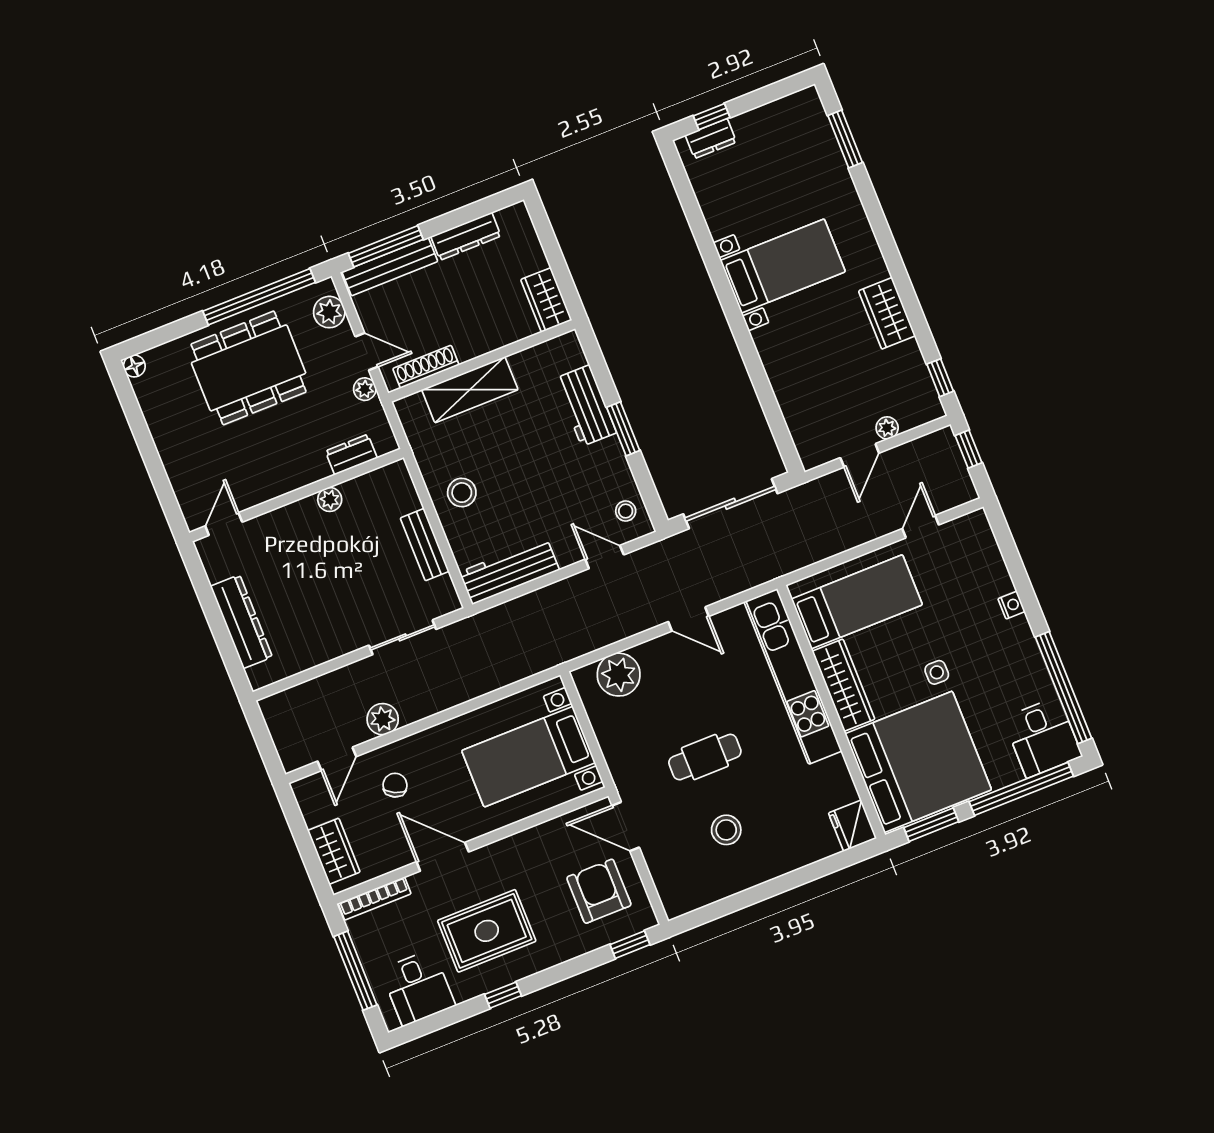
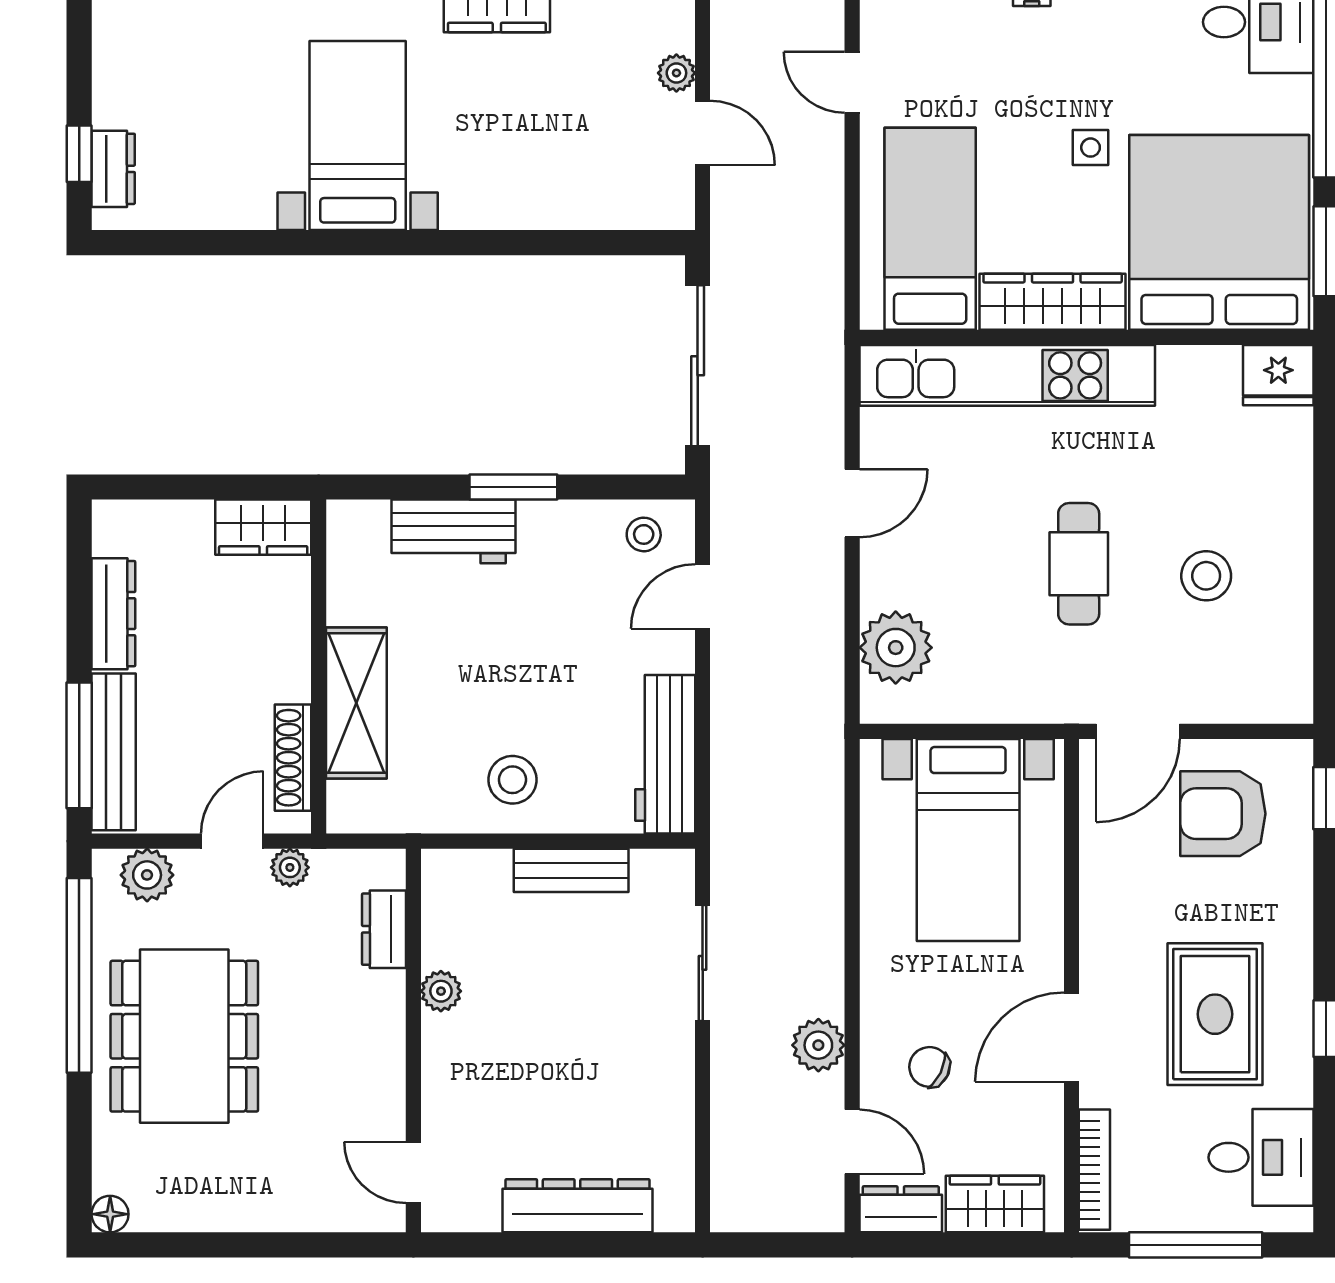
dresser: (310, 801) -> (901, 1209), added

